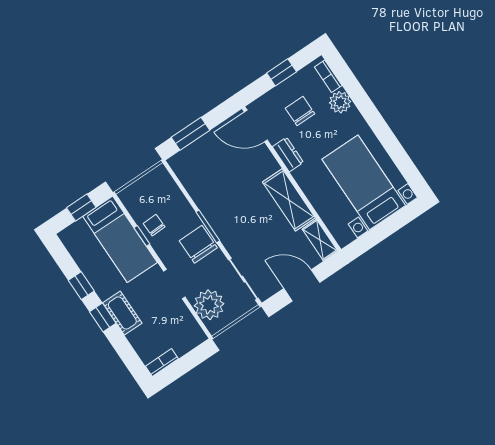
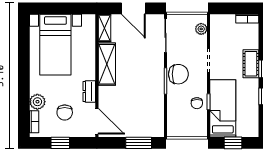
chair: (198, 244) -> (178, 74), turned -90
plant: (209, 305) -> (201, 29), width x0.53, depth x0.53

